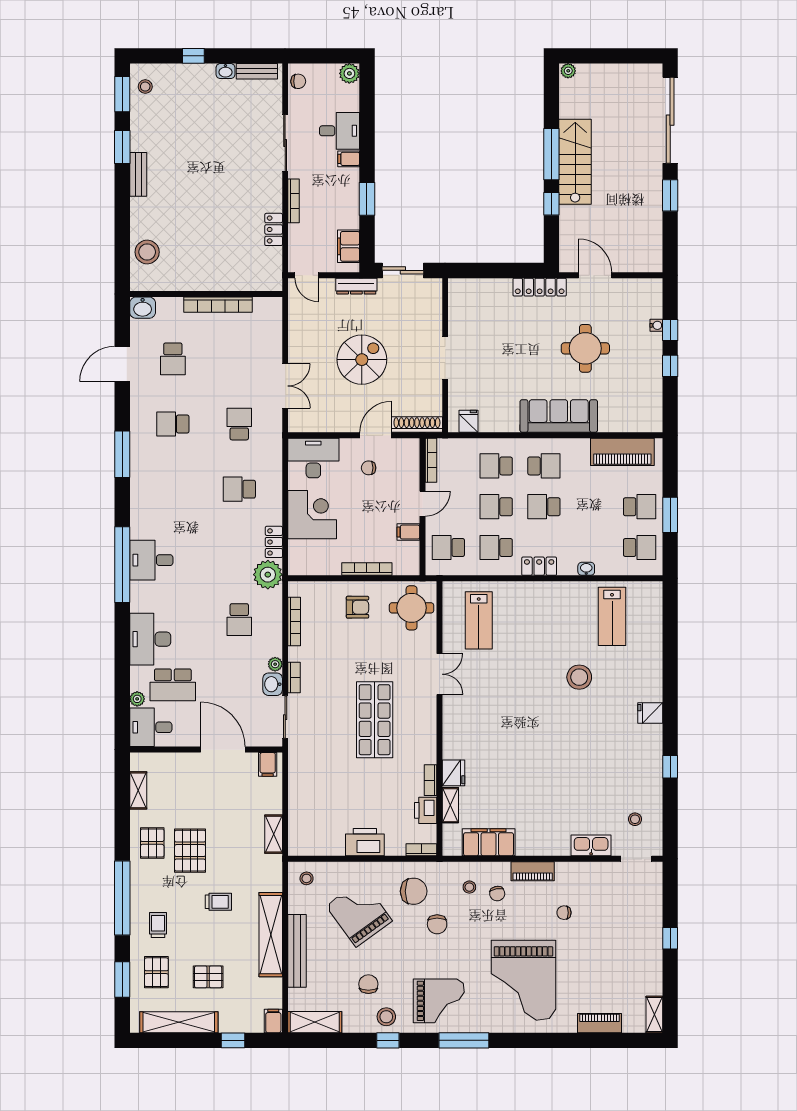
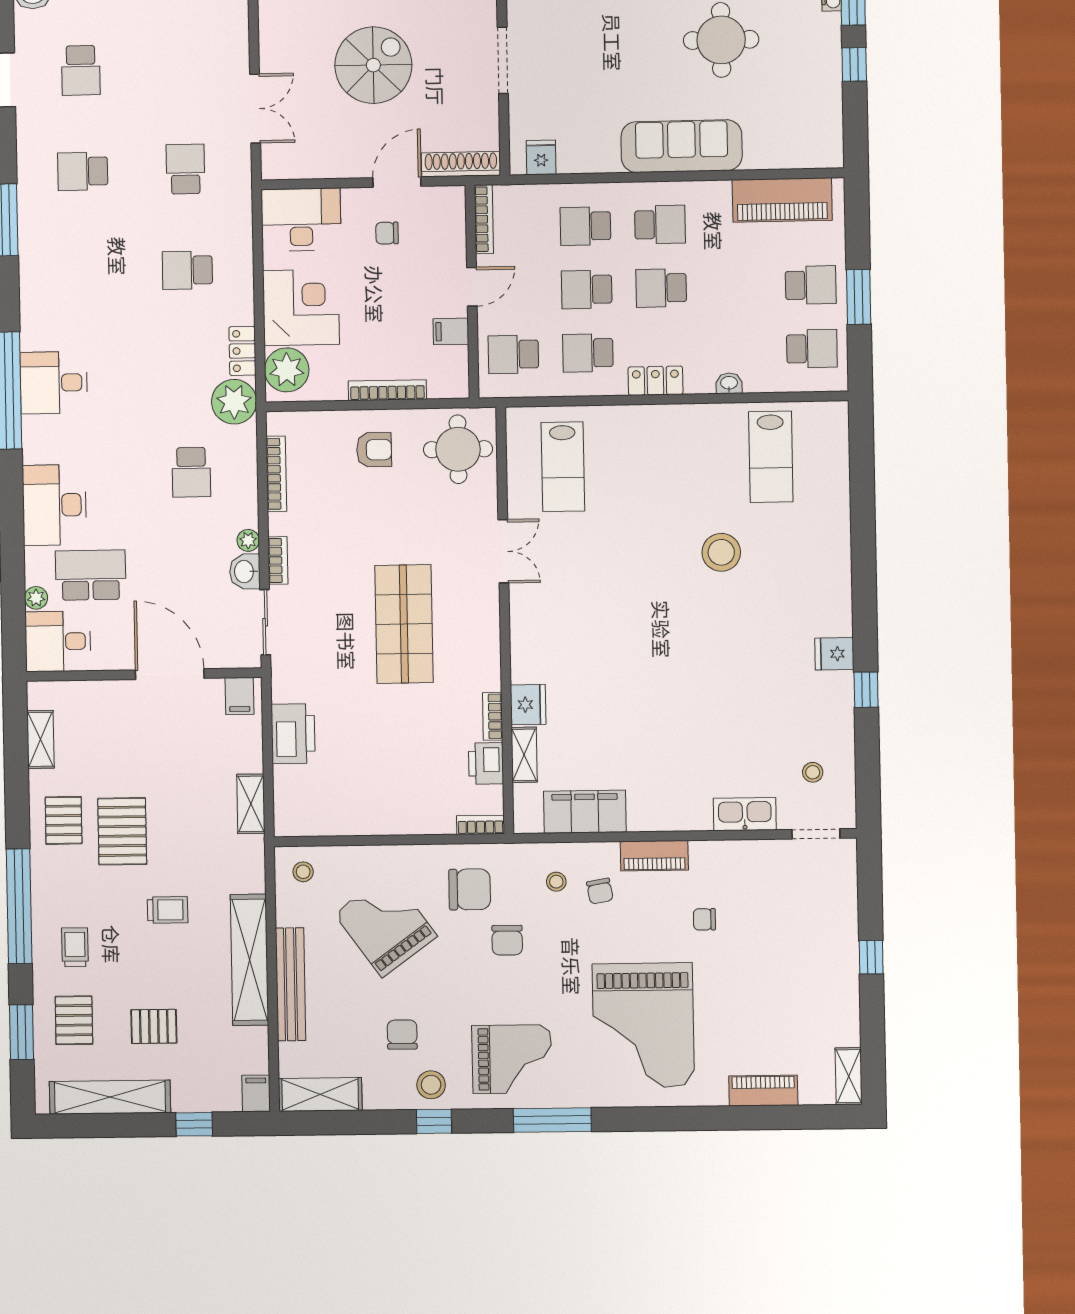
plant: (302, 555) -> (287, 370), added
school desk: (173, 685) -> (91, 575), turned 180
fridge: (650, 713) -> (834, 654), moved
printer: (365, 842) -> (293, 734), moved, turned 90

